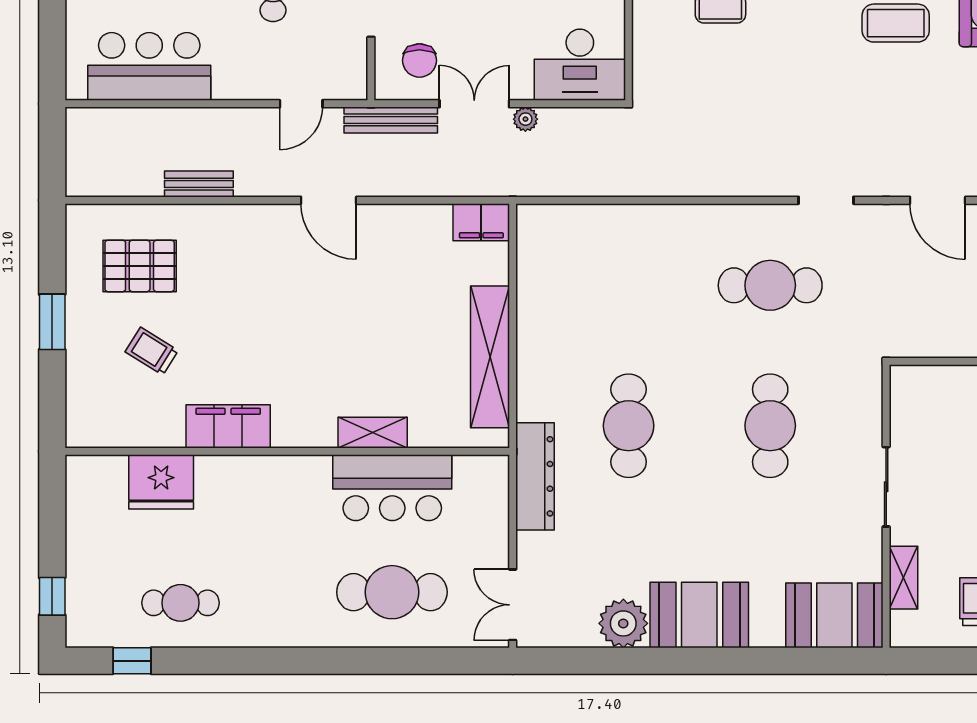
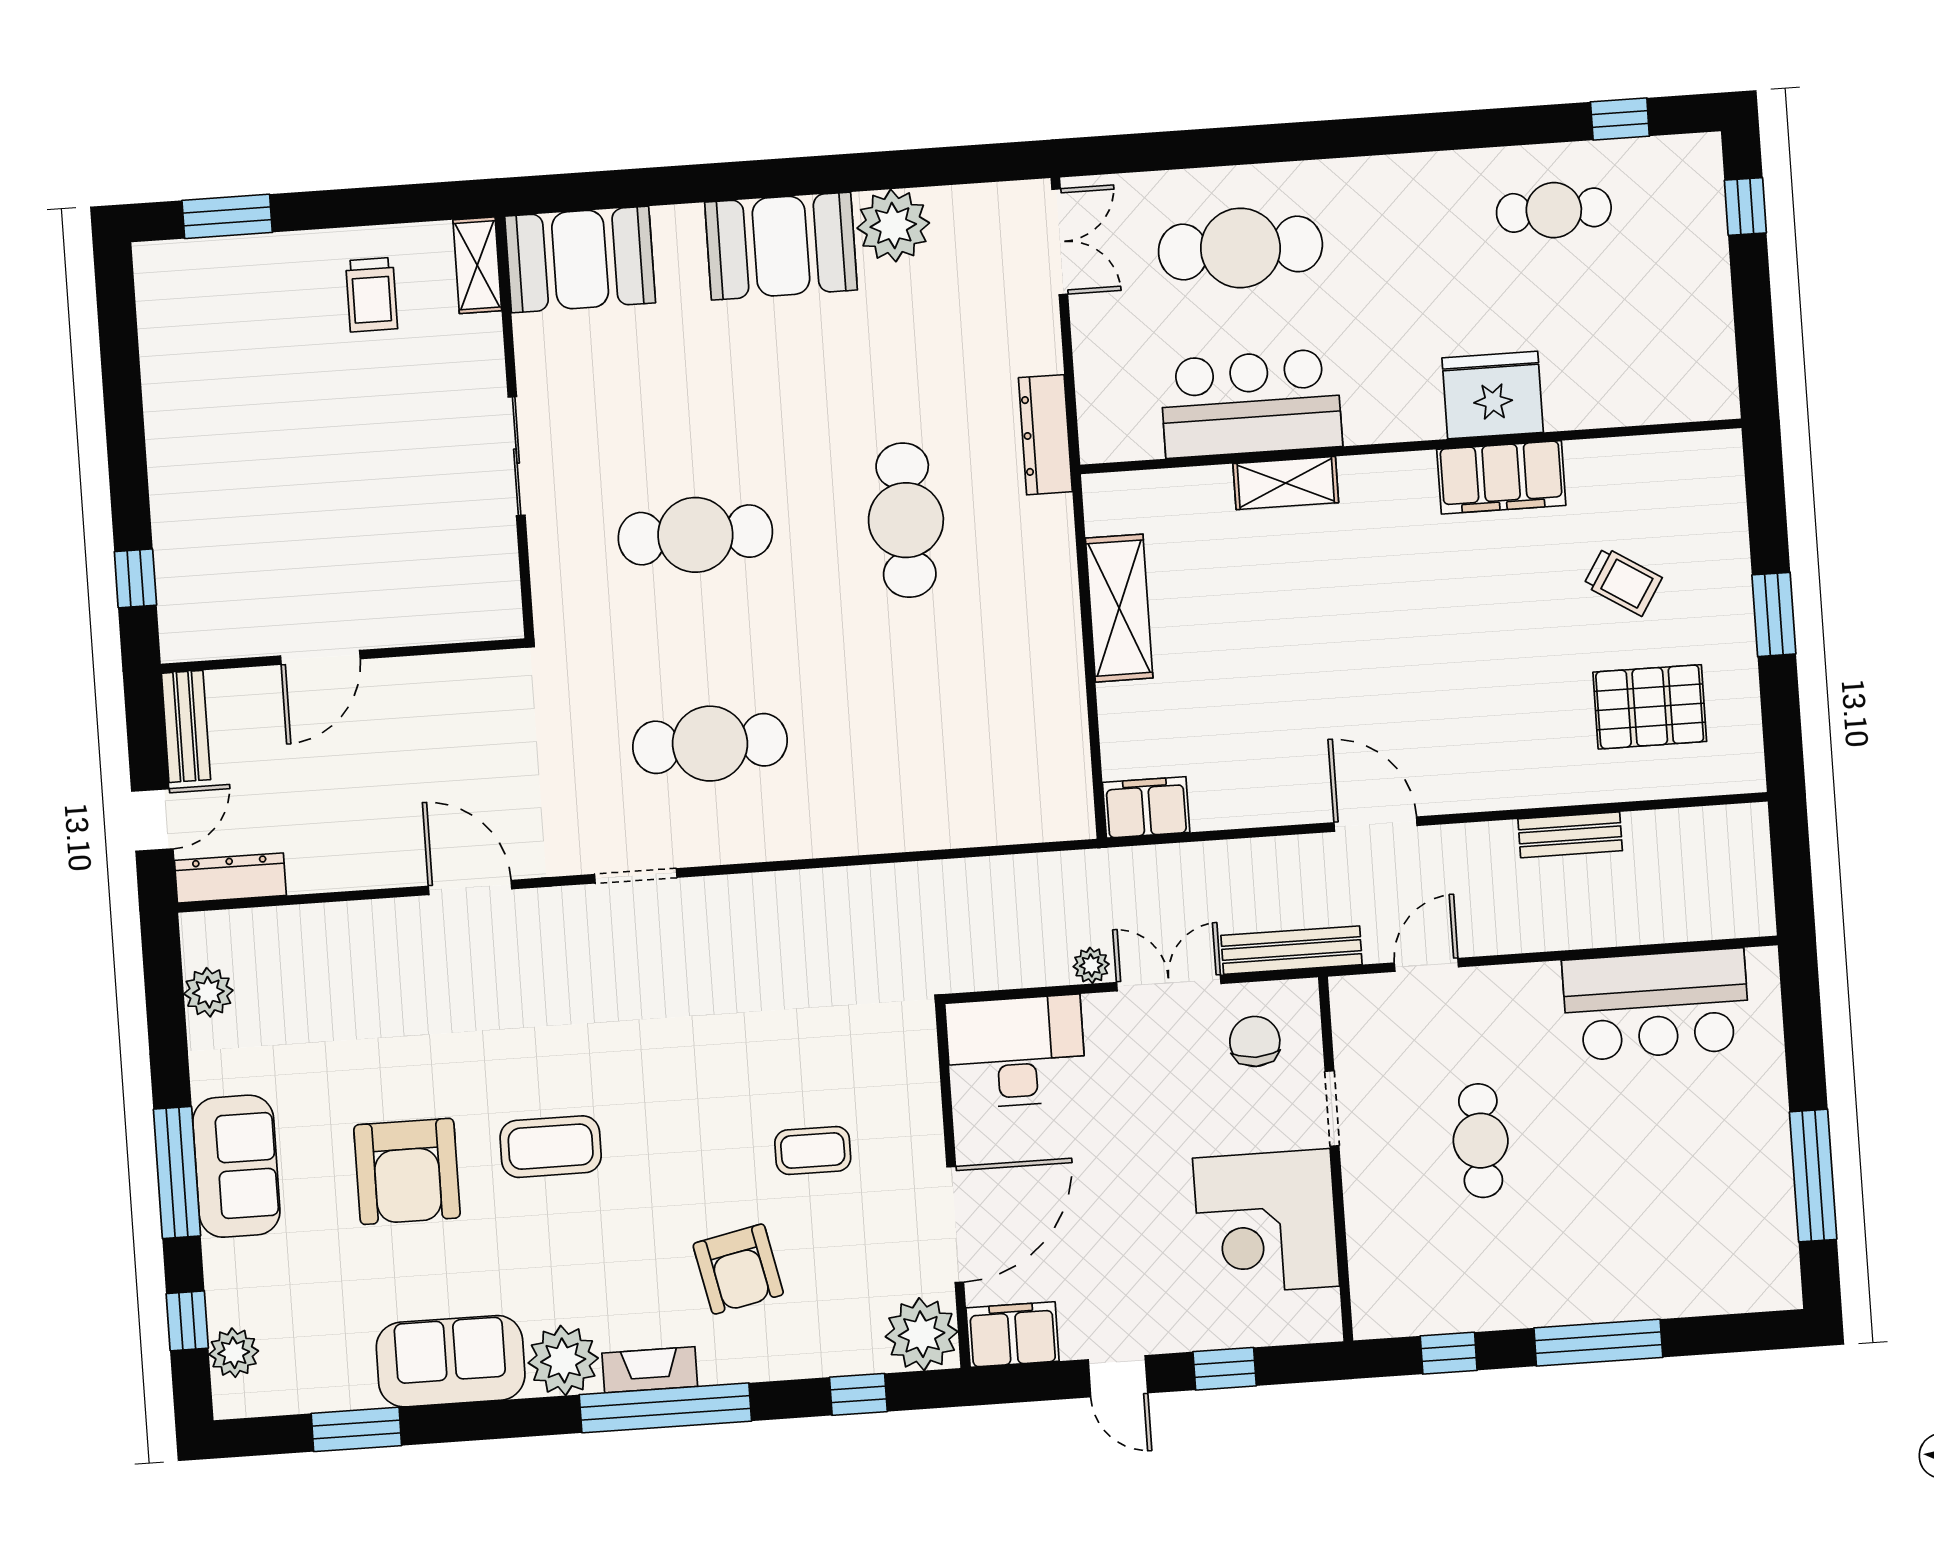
double door: (474, 104) -> (1169, 983), swing flipped
shelving: (490, 357) -> (1119, 608), width x0.68
cafe table: (770, 426) -> (695, 535), turned 90
dresser: (535, 476) -> (1045, 435), width x0.73, depth x0.80
fridge: (161, 482) -> (1493, 395), moved
shelving: (904, 578) -> (477, 265), moved

